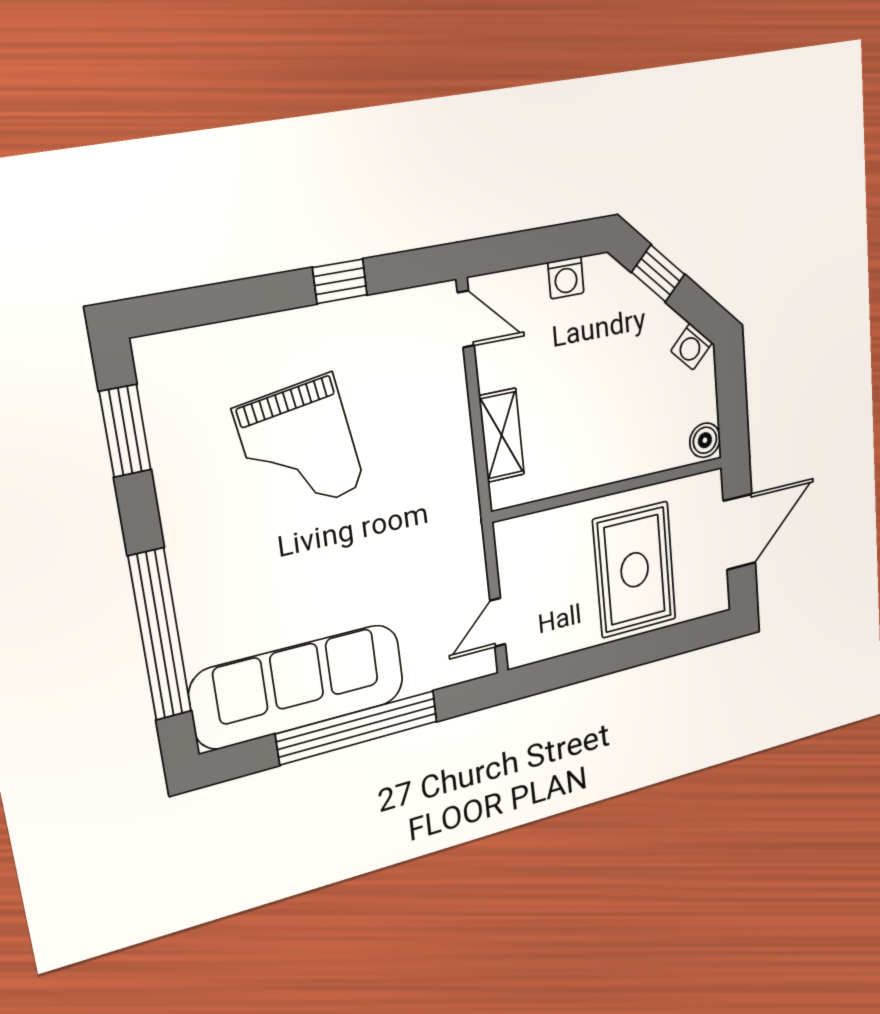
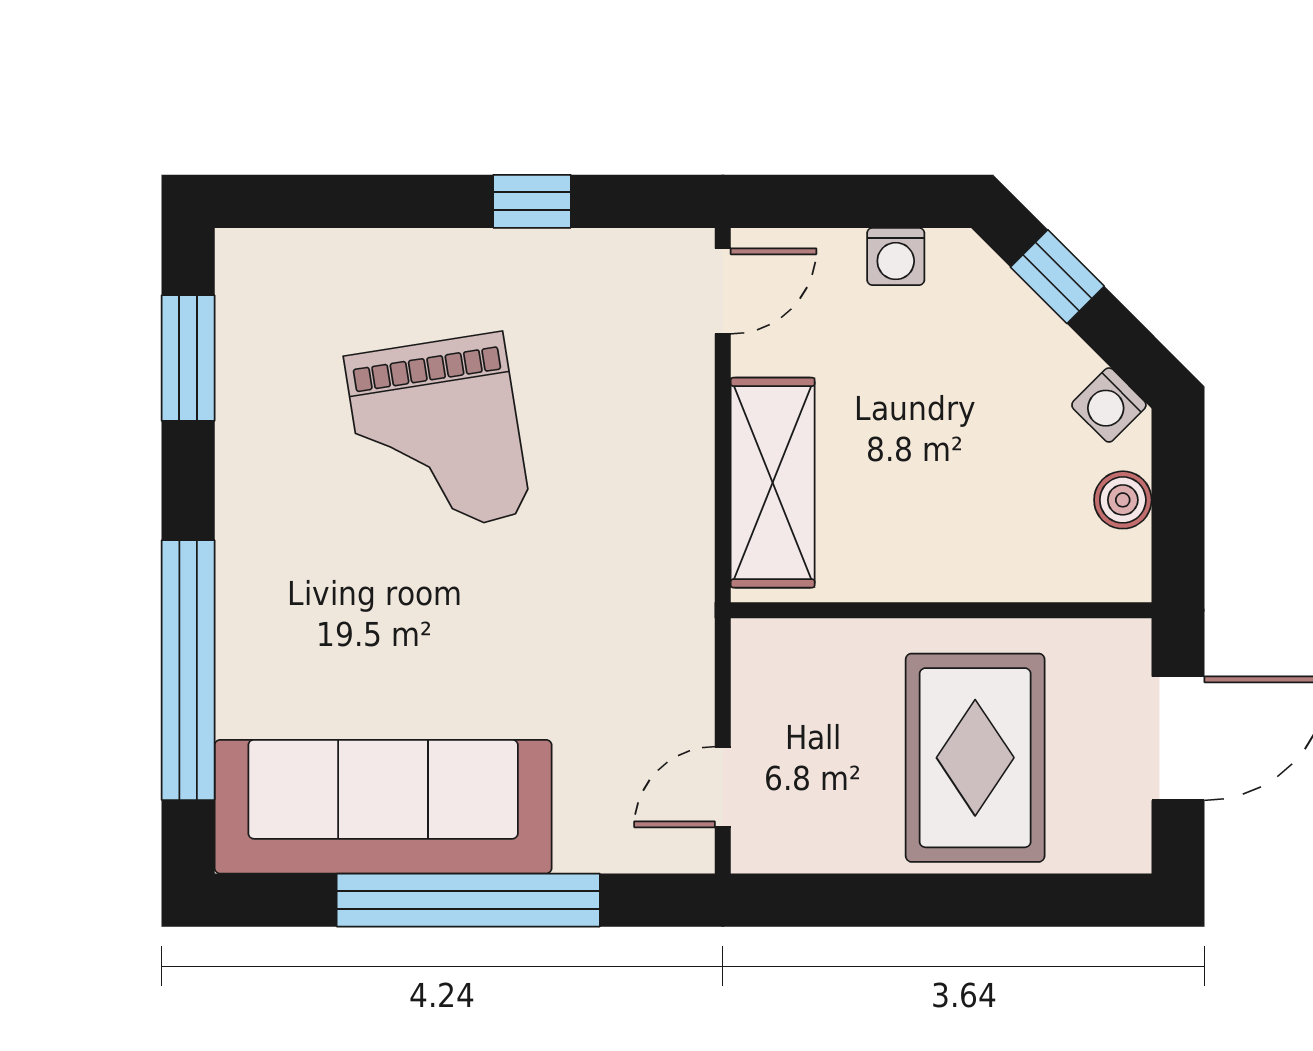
door: (466, 319) -> (723, 291), hinge flipped
shelving: (502, 435) -> (773, 483), width x1.50, depth x1.33
boiler: (705, 440) -> (1123, 500), moved

